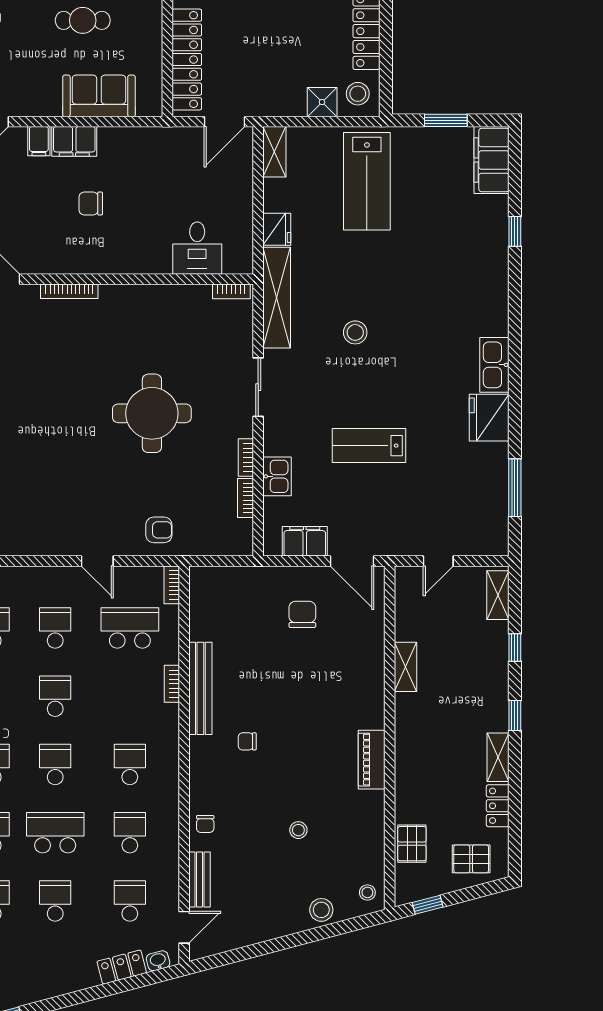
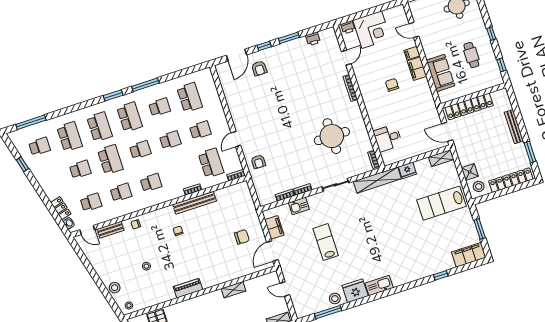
stool: (355, 332) -> (335, 299), moved
round table: (152, 413) -> (332, 136), moved

